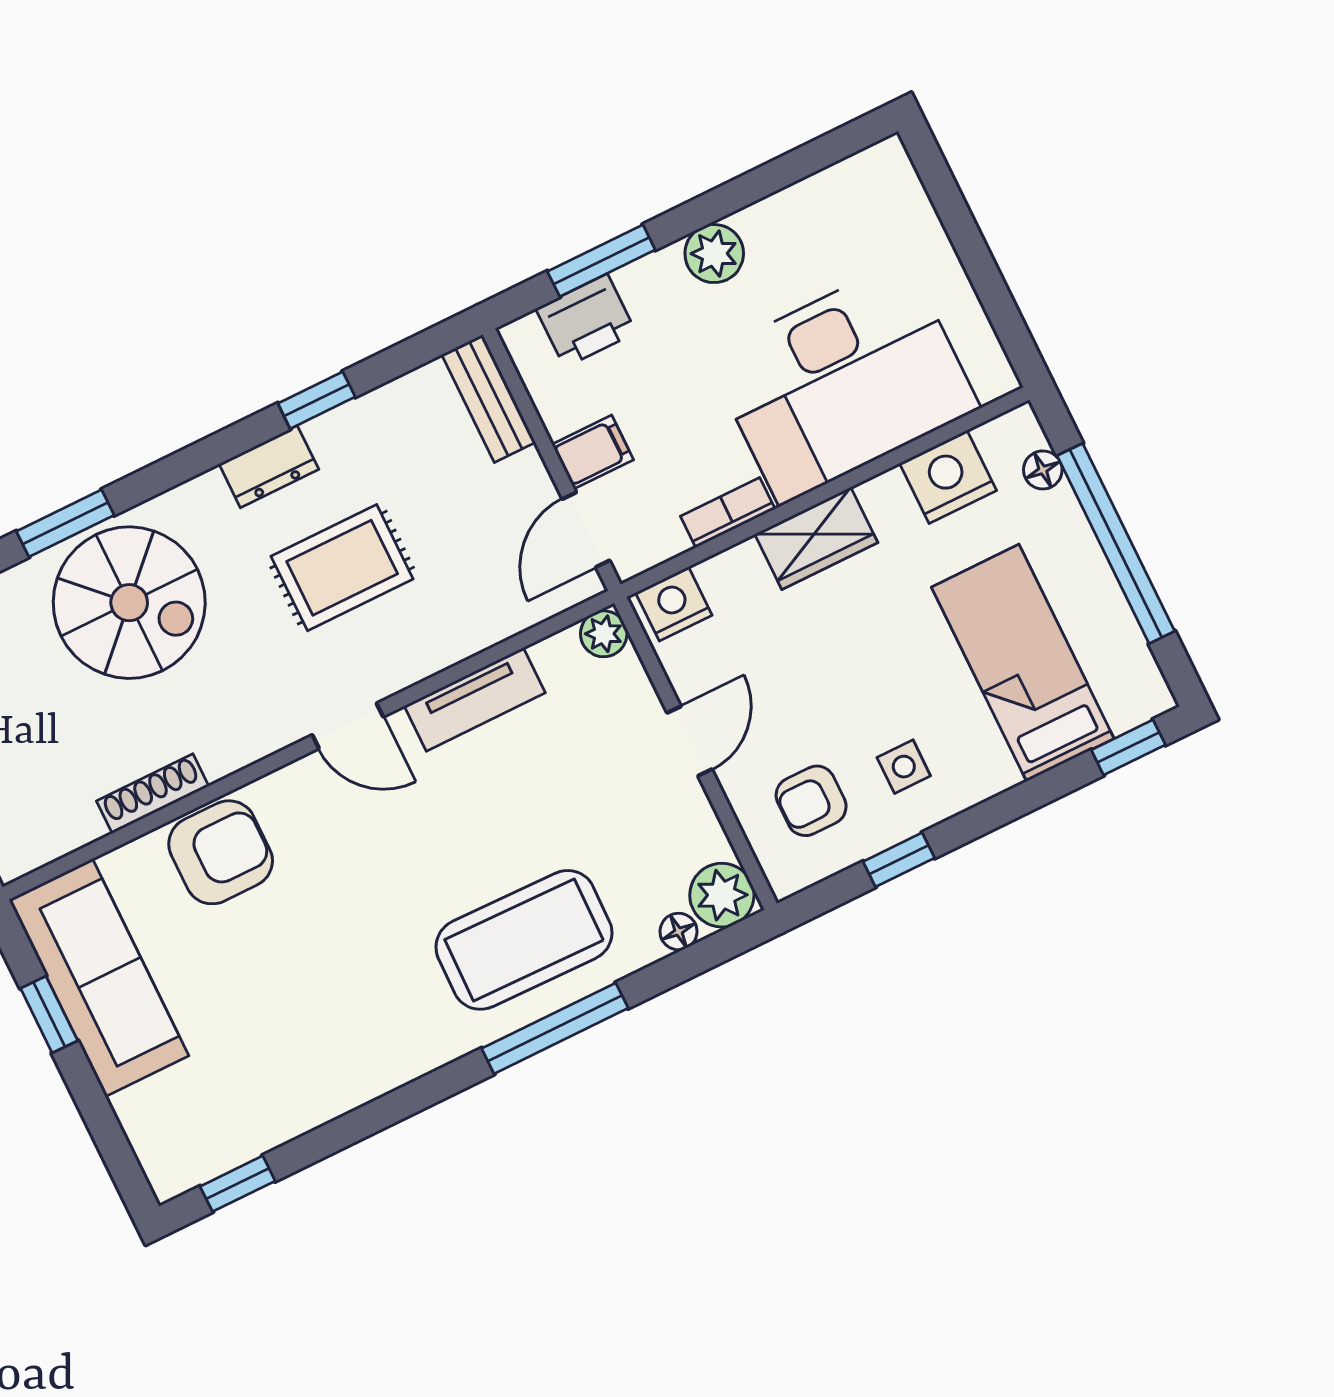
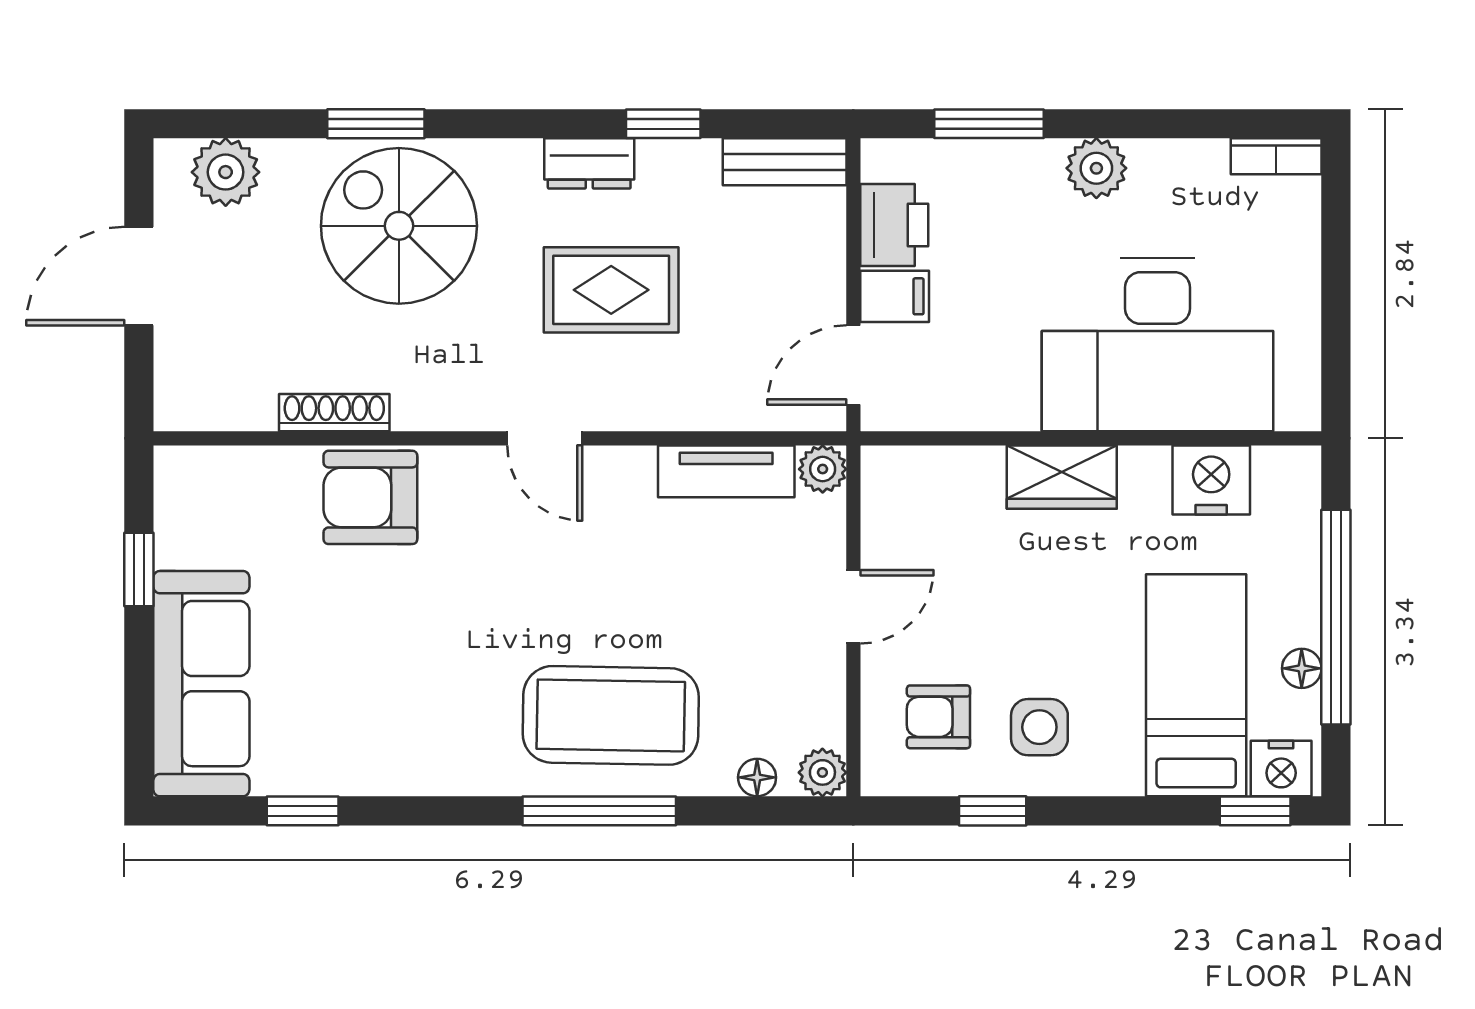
printer: (586, 321) -> (894, 225), moved, turned -90
bench: (489, 399) -> (785, 162), moved, turned 90
floor lamp: (1043, 470) -> (1302, 668), moved
bookcase: (728, 513) -> (1276, 156), moved, turned 180
spiral stairs: (129, 603) -> (399, 226), turned 180
nightstand: (674, 604) -> (1281, 769), moved, turned 180
tv unit: (475, 699) -> (726, 471), moved
side table: (904, 767) -> (1039, 727), width x1.37, depth x1.37
armchair: (221, 852) -> (370, 497), turned 180
plant: (722, 895) -> (822, 772), width x0.73, depth x0.73
sofa: (99, 978) -> (201, 684), moved
window: (238, 1184) -> (303, 811), moved

